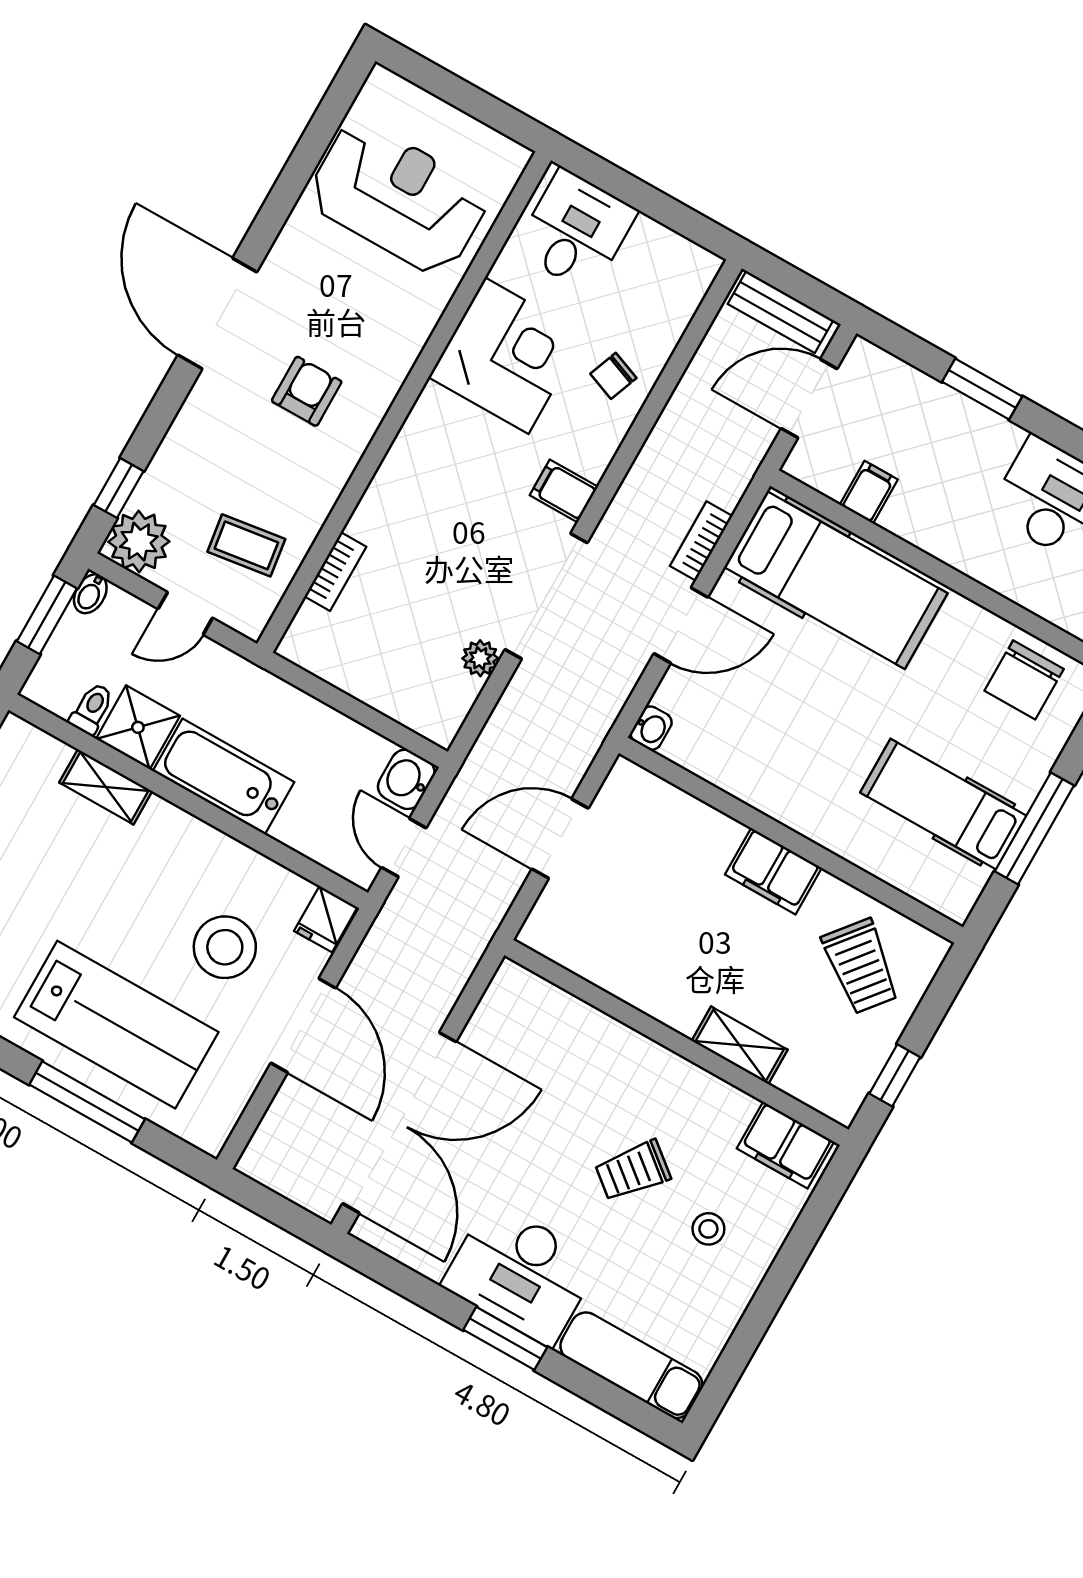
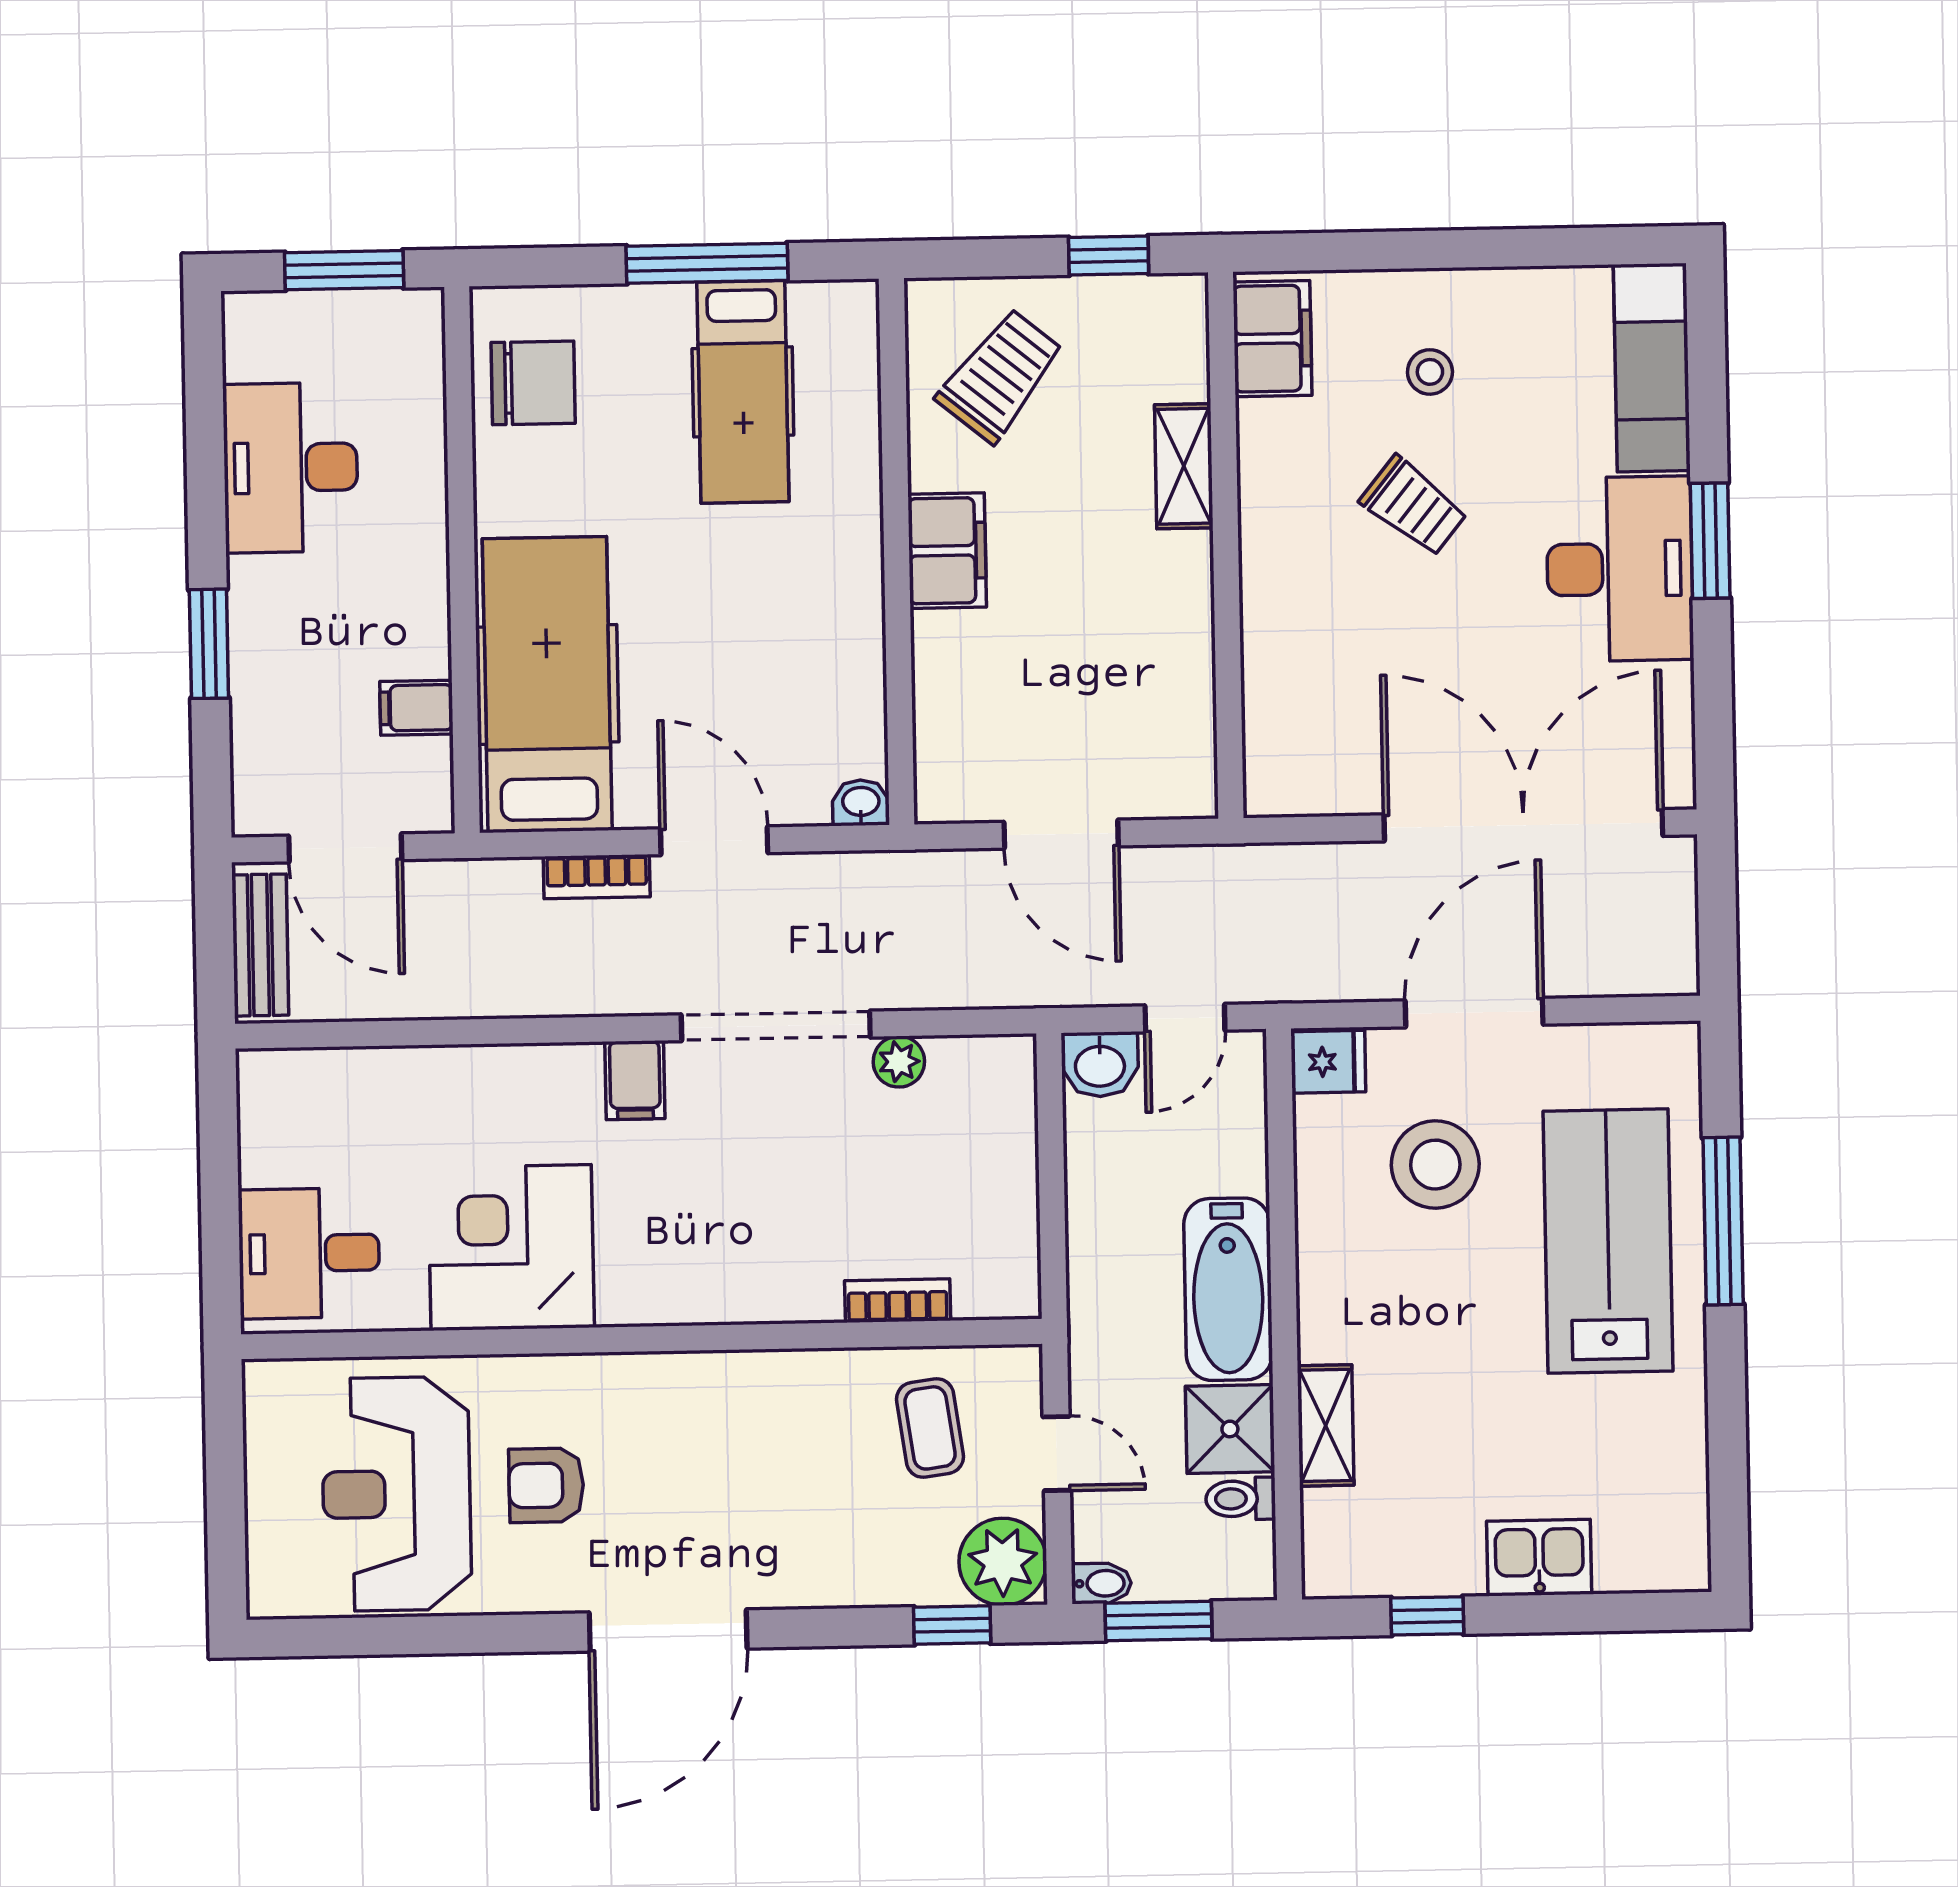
chair: (613, 376) -> (459, 1103), removed
armchair: (307, 391) -> (546, 1485), moved

